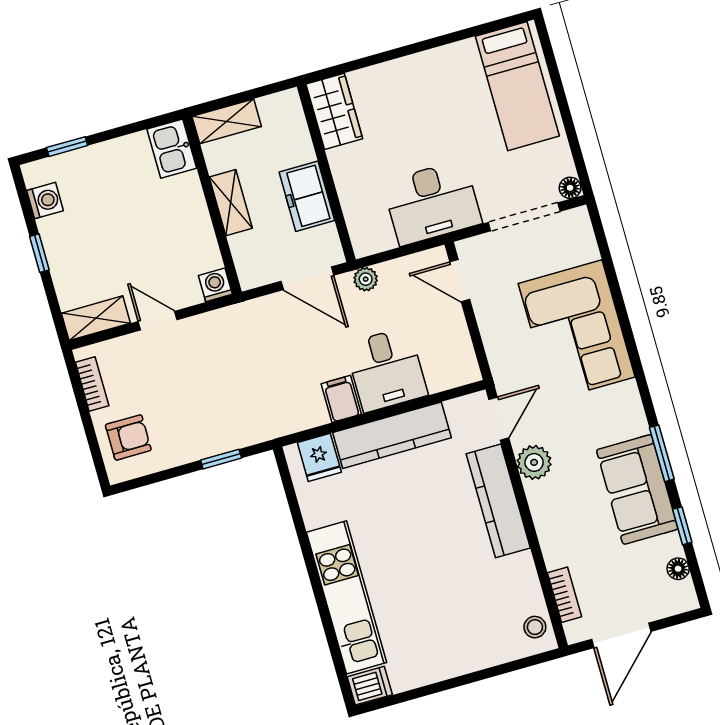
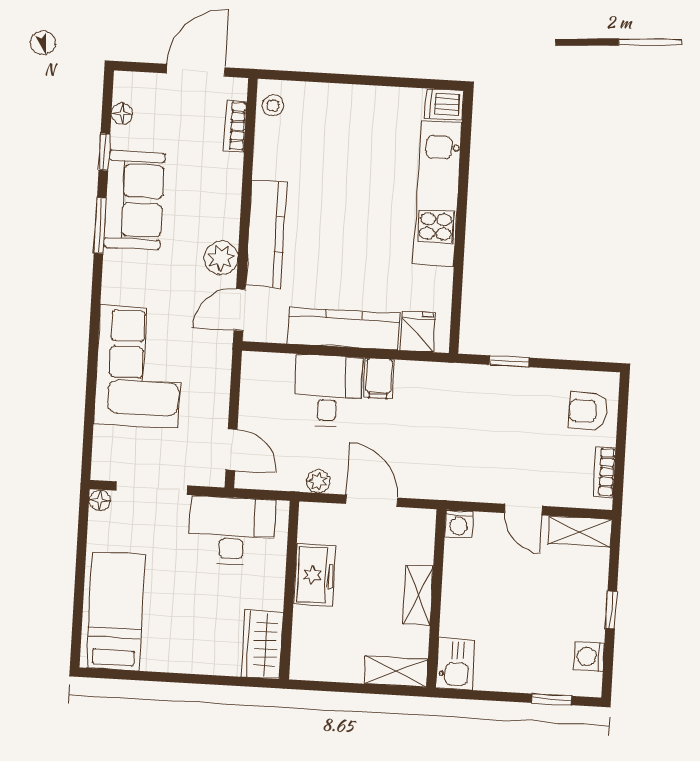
wardrobe: (334, 111) -> (262, 645), moved
wall: (326, 173) -> (289, 590), moved
freezer: (307, 196) -> (315, 575), moved

